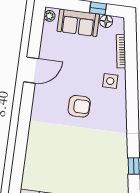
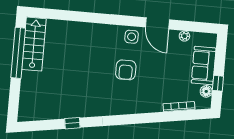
plant: (49, 16) -> (184, 36), moved
side table: (110, 81) -> (132, 37), moved

